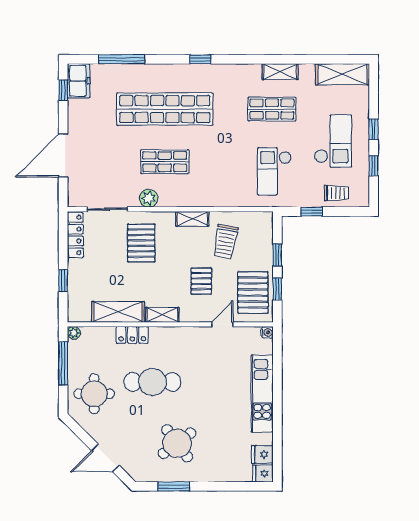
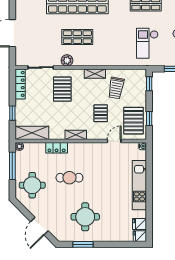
window: (277, 255) -> (149, 84), moved
shelving: (118, 312) -> (32, 133), moved
cafe table: (152, 382) -> (69, 178), width x0.73, depth x0.74
round table: (177, 443) -> (85, 217), turned 37
door: (105, 458) -> (39, 226), hinge flipped

